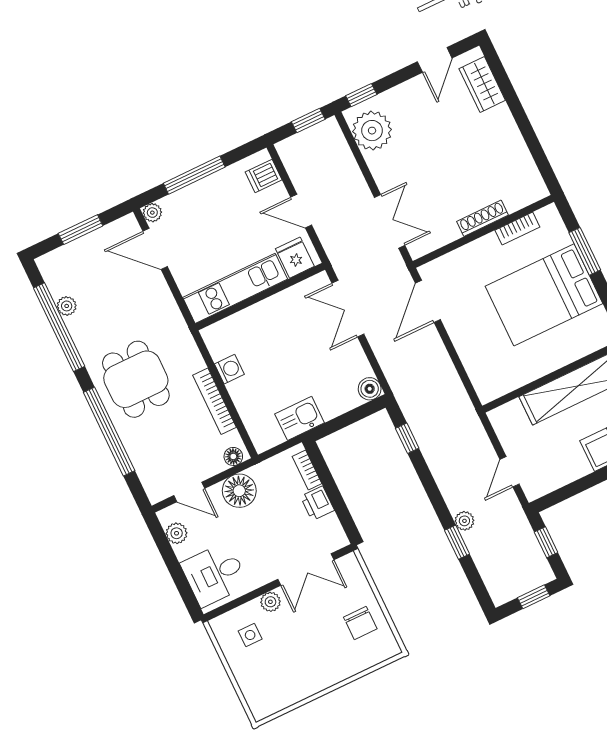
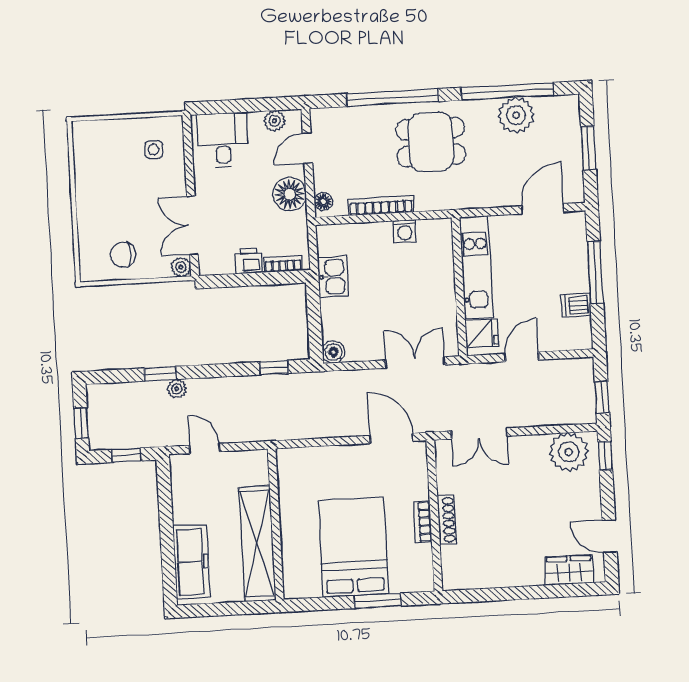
dishwasher: (264, 176) -> (576, 305), moved, turned -90
plant: (152, 213) -> (577, 220), removed
bookcase: (517, 229) -> (423, 522), moved
plant: (67, 306) -> (516, 115), width x1.87, depth x1.87
plant: (270, 602) -> (181, 267), moved

